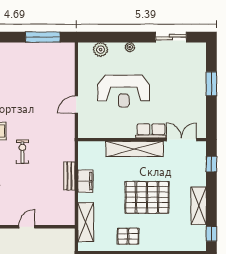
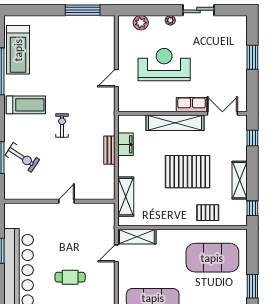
sliding door: (171, 37) -> (199, 10), moved
reception desk: (124, 91) -> (164, 65), turned 180
filing cabinet: (85, 181) -> (125, 144), moved
pallet: (128, 236) -> (208, 213), moved

